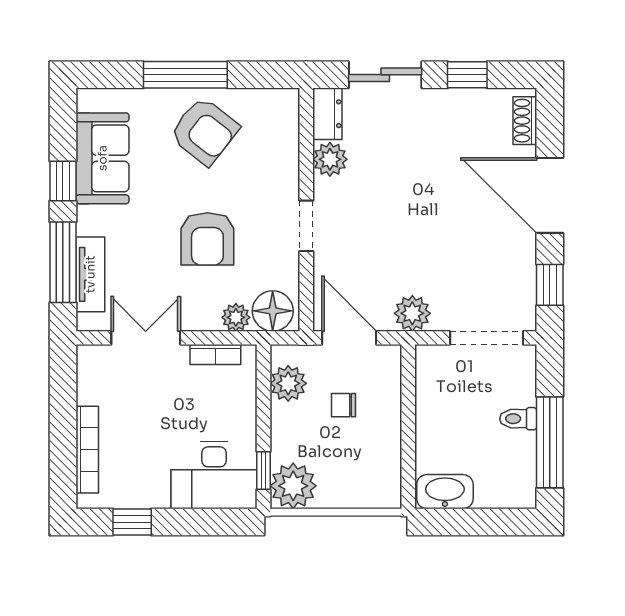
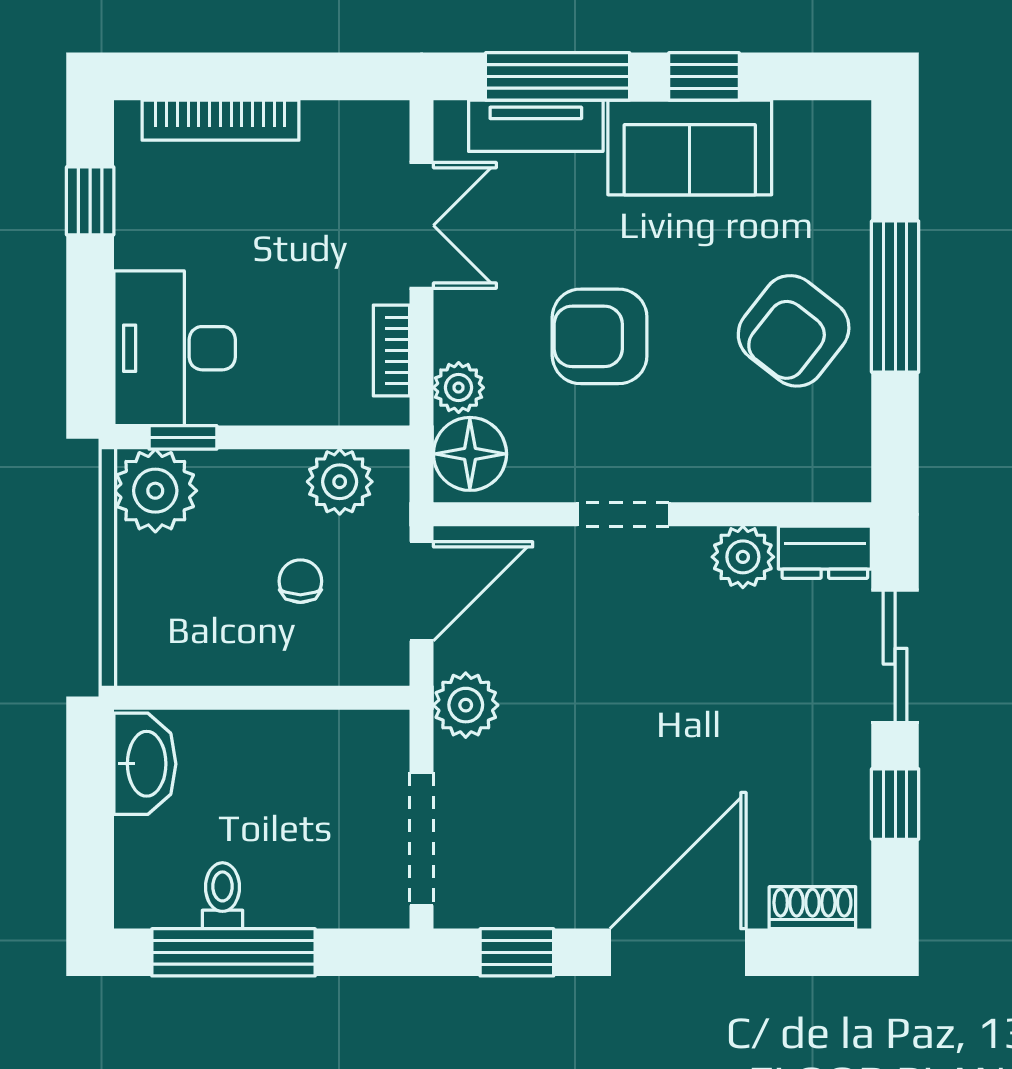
sofa: (102, 158) -> (690, 147), moved
toilet: (518, 419) -> (222, 896), moved

